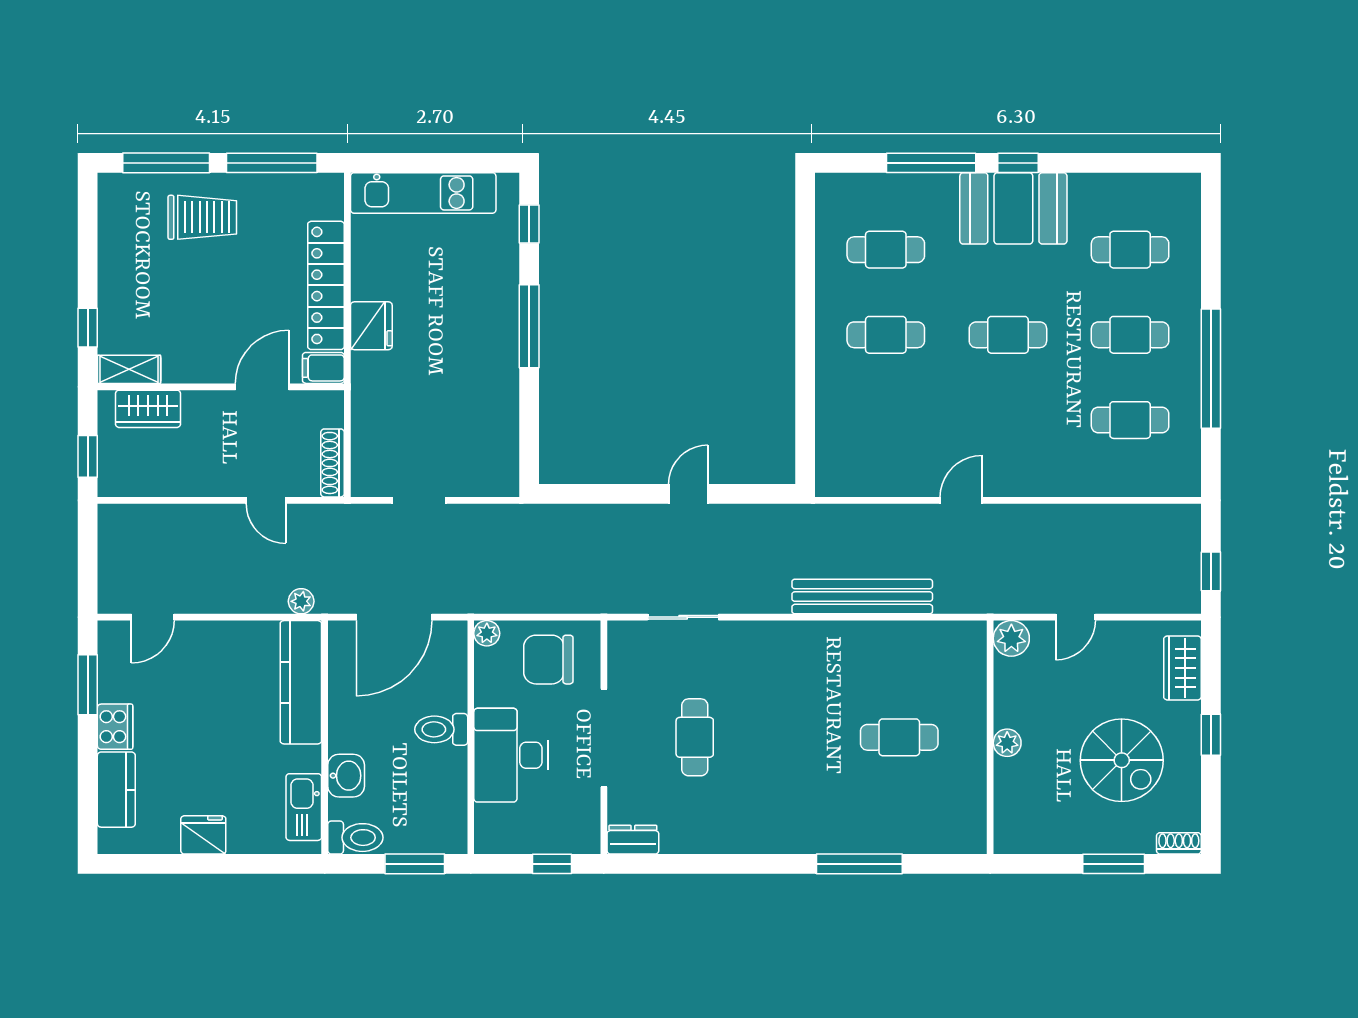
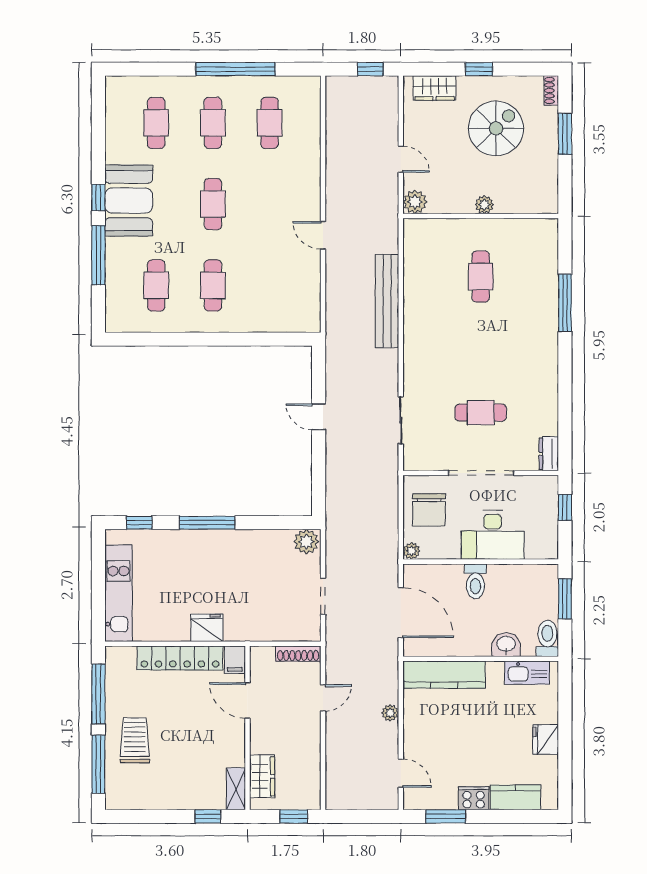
plant: (501, 475) -> (306, 542), added
plant: (301, 601) -> (390, 713), moved

